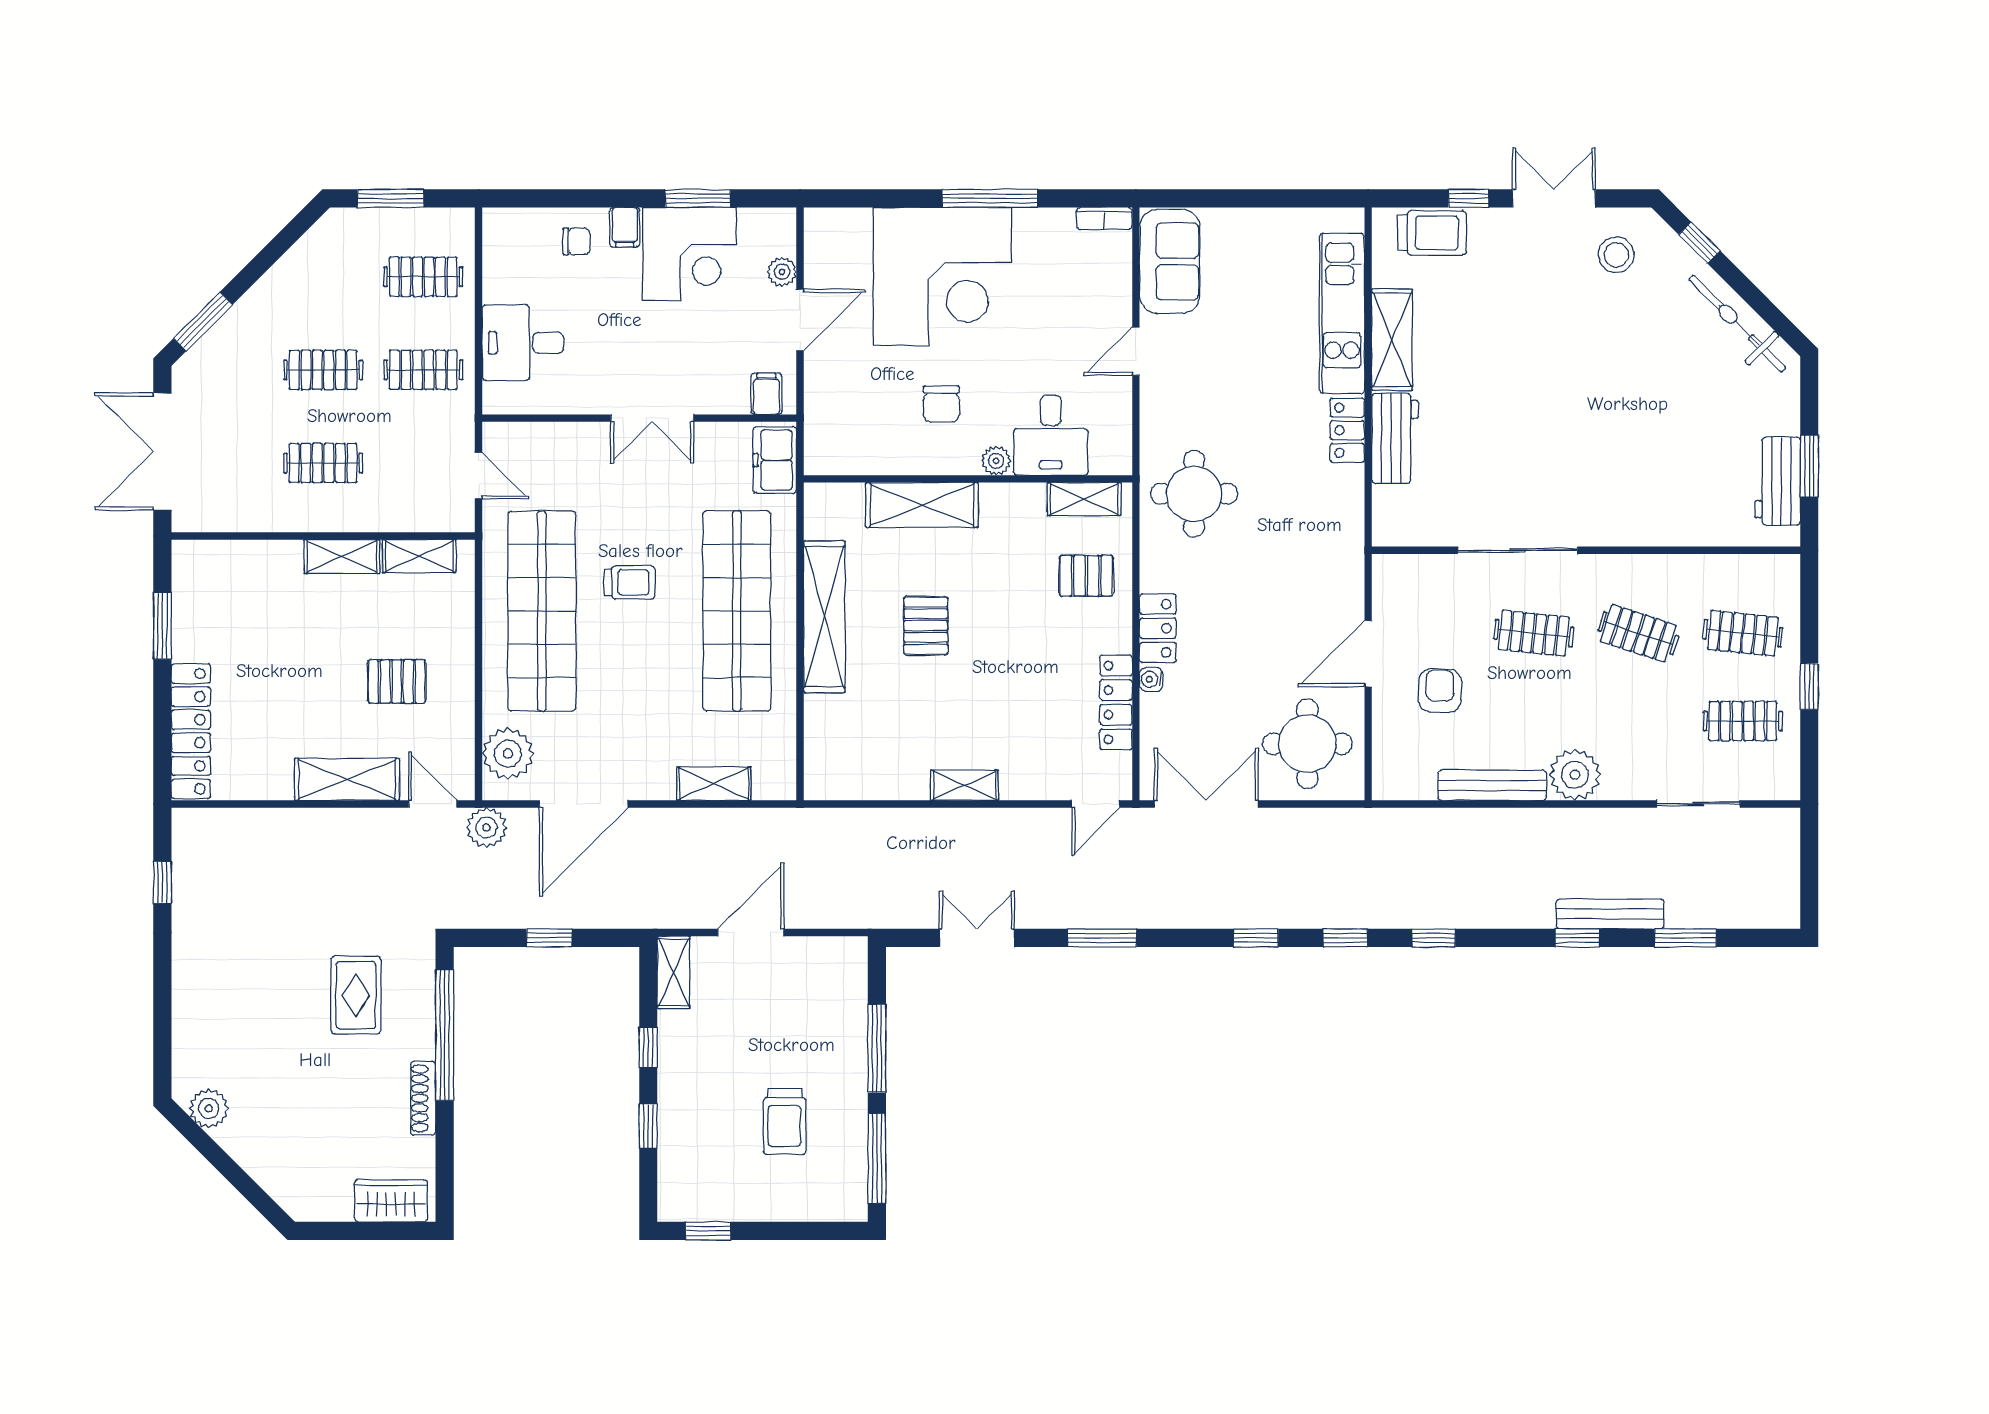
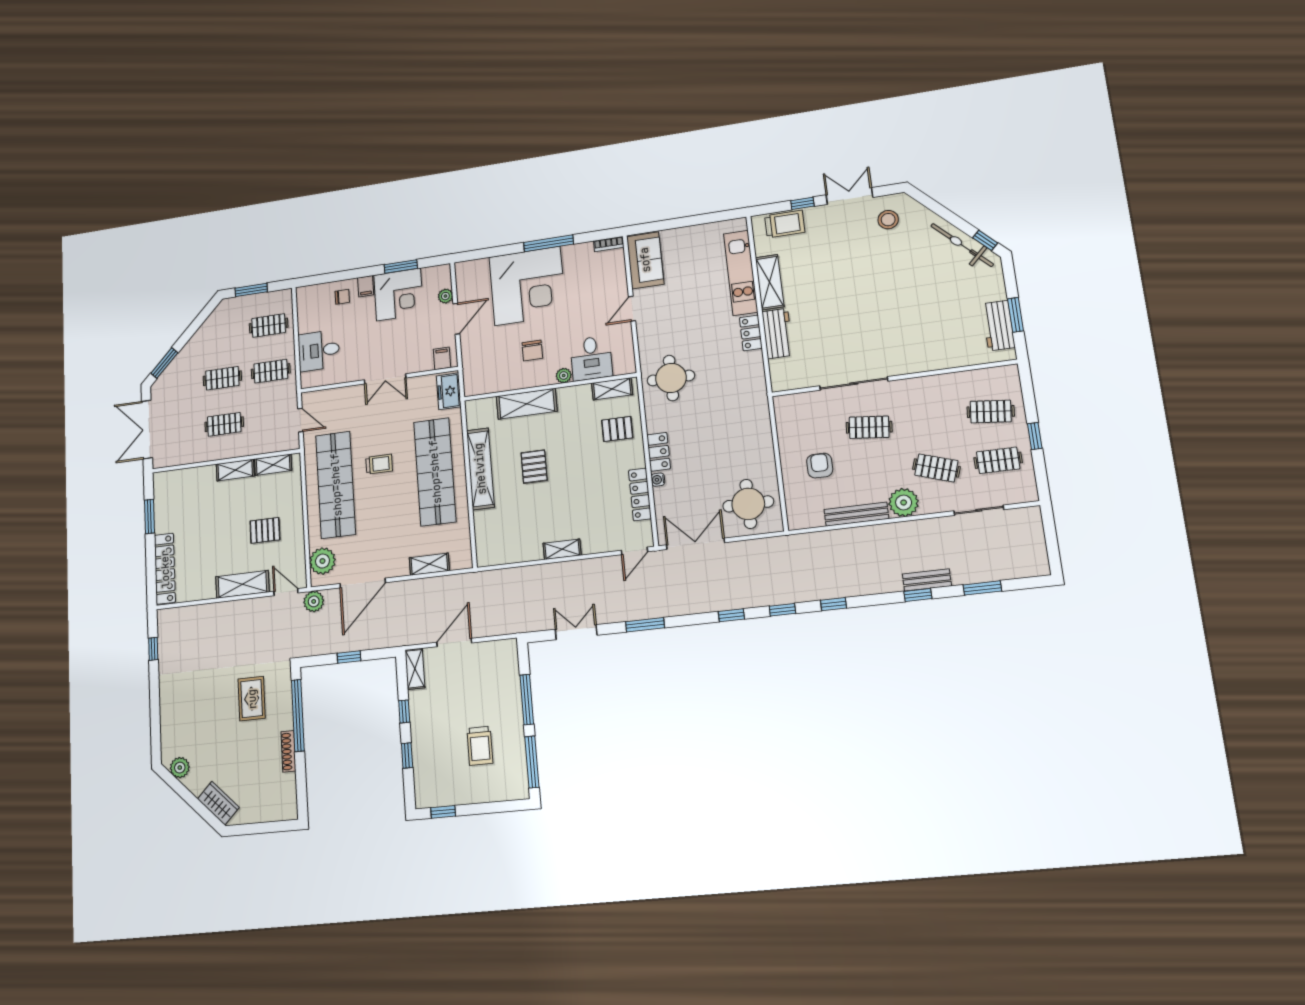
window: (1699, 243) -> (985, 240), moved
clothes rail: (1638, 633) -> (936, 468), moved
door: (1368, 654) -> (777, 450), removed
bench: (1610, 914) -> (927, 580), width x0.73
wardrobe: (391, 1201) -> (218, 803), moved, turned 45

